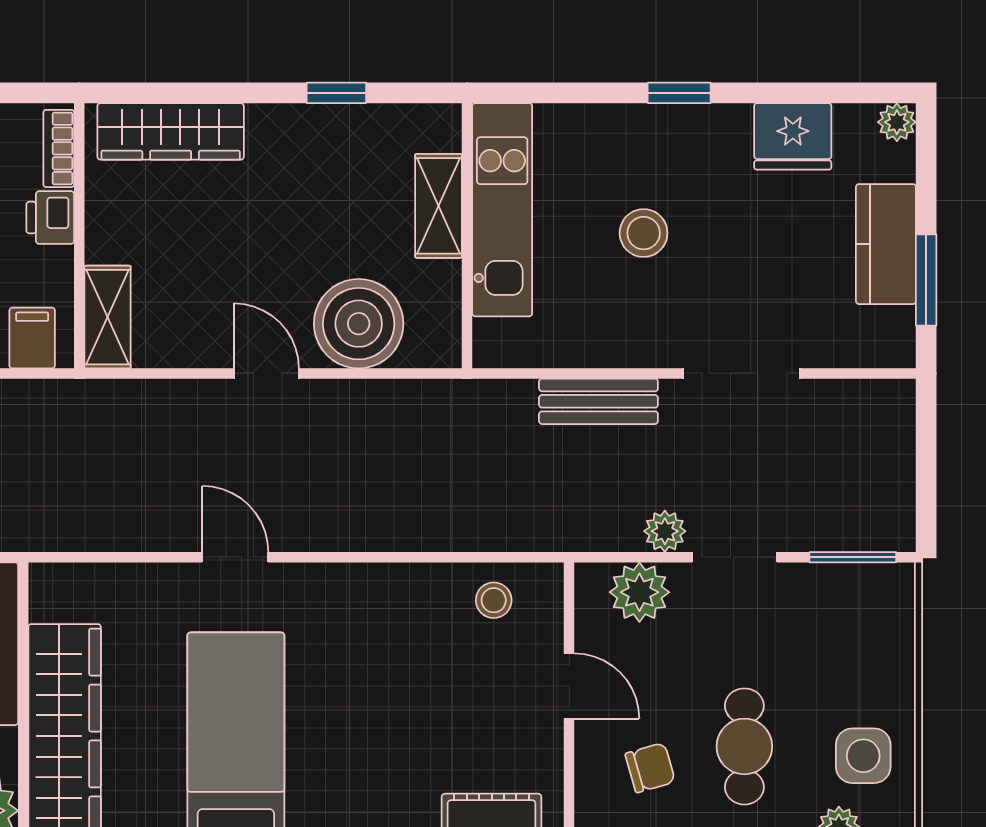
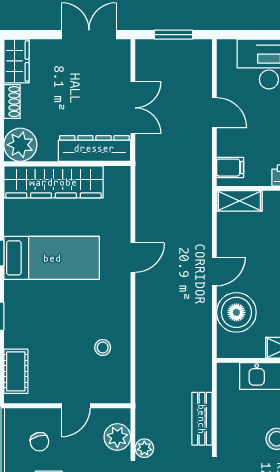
stool: (494, 600) -> (103, 348), moved

